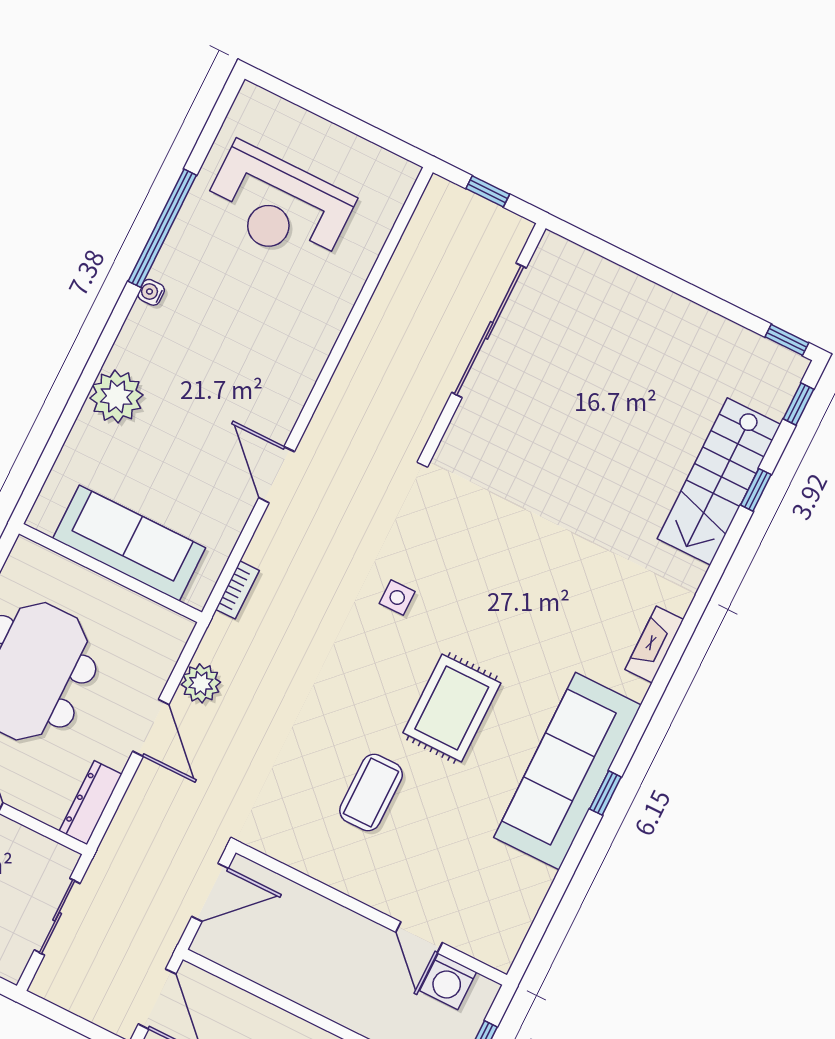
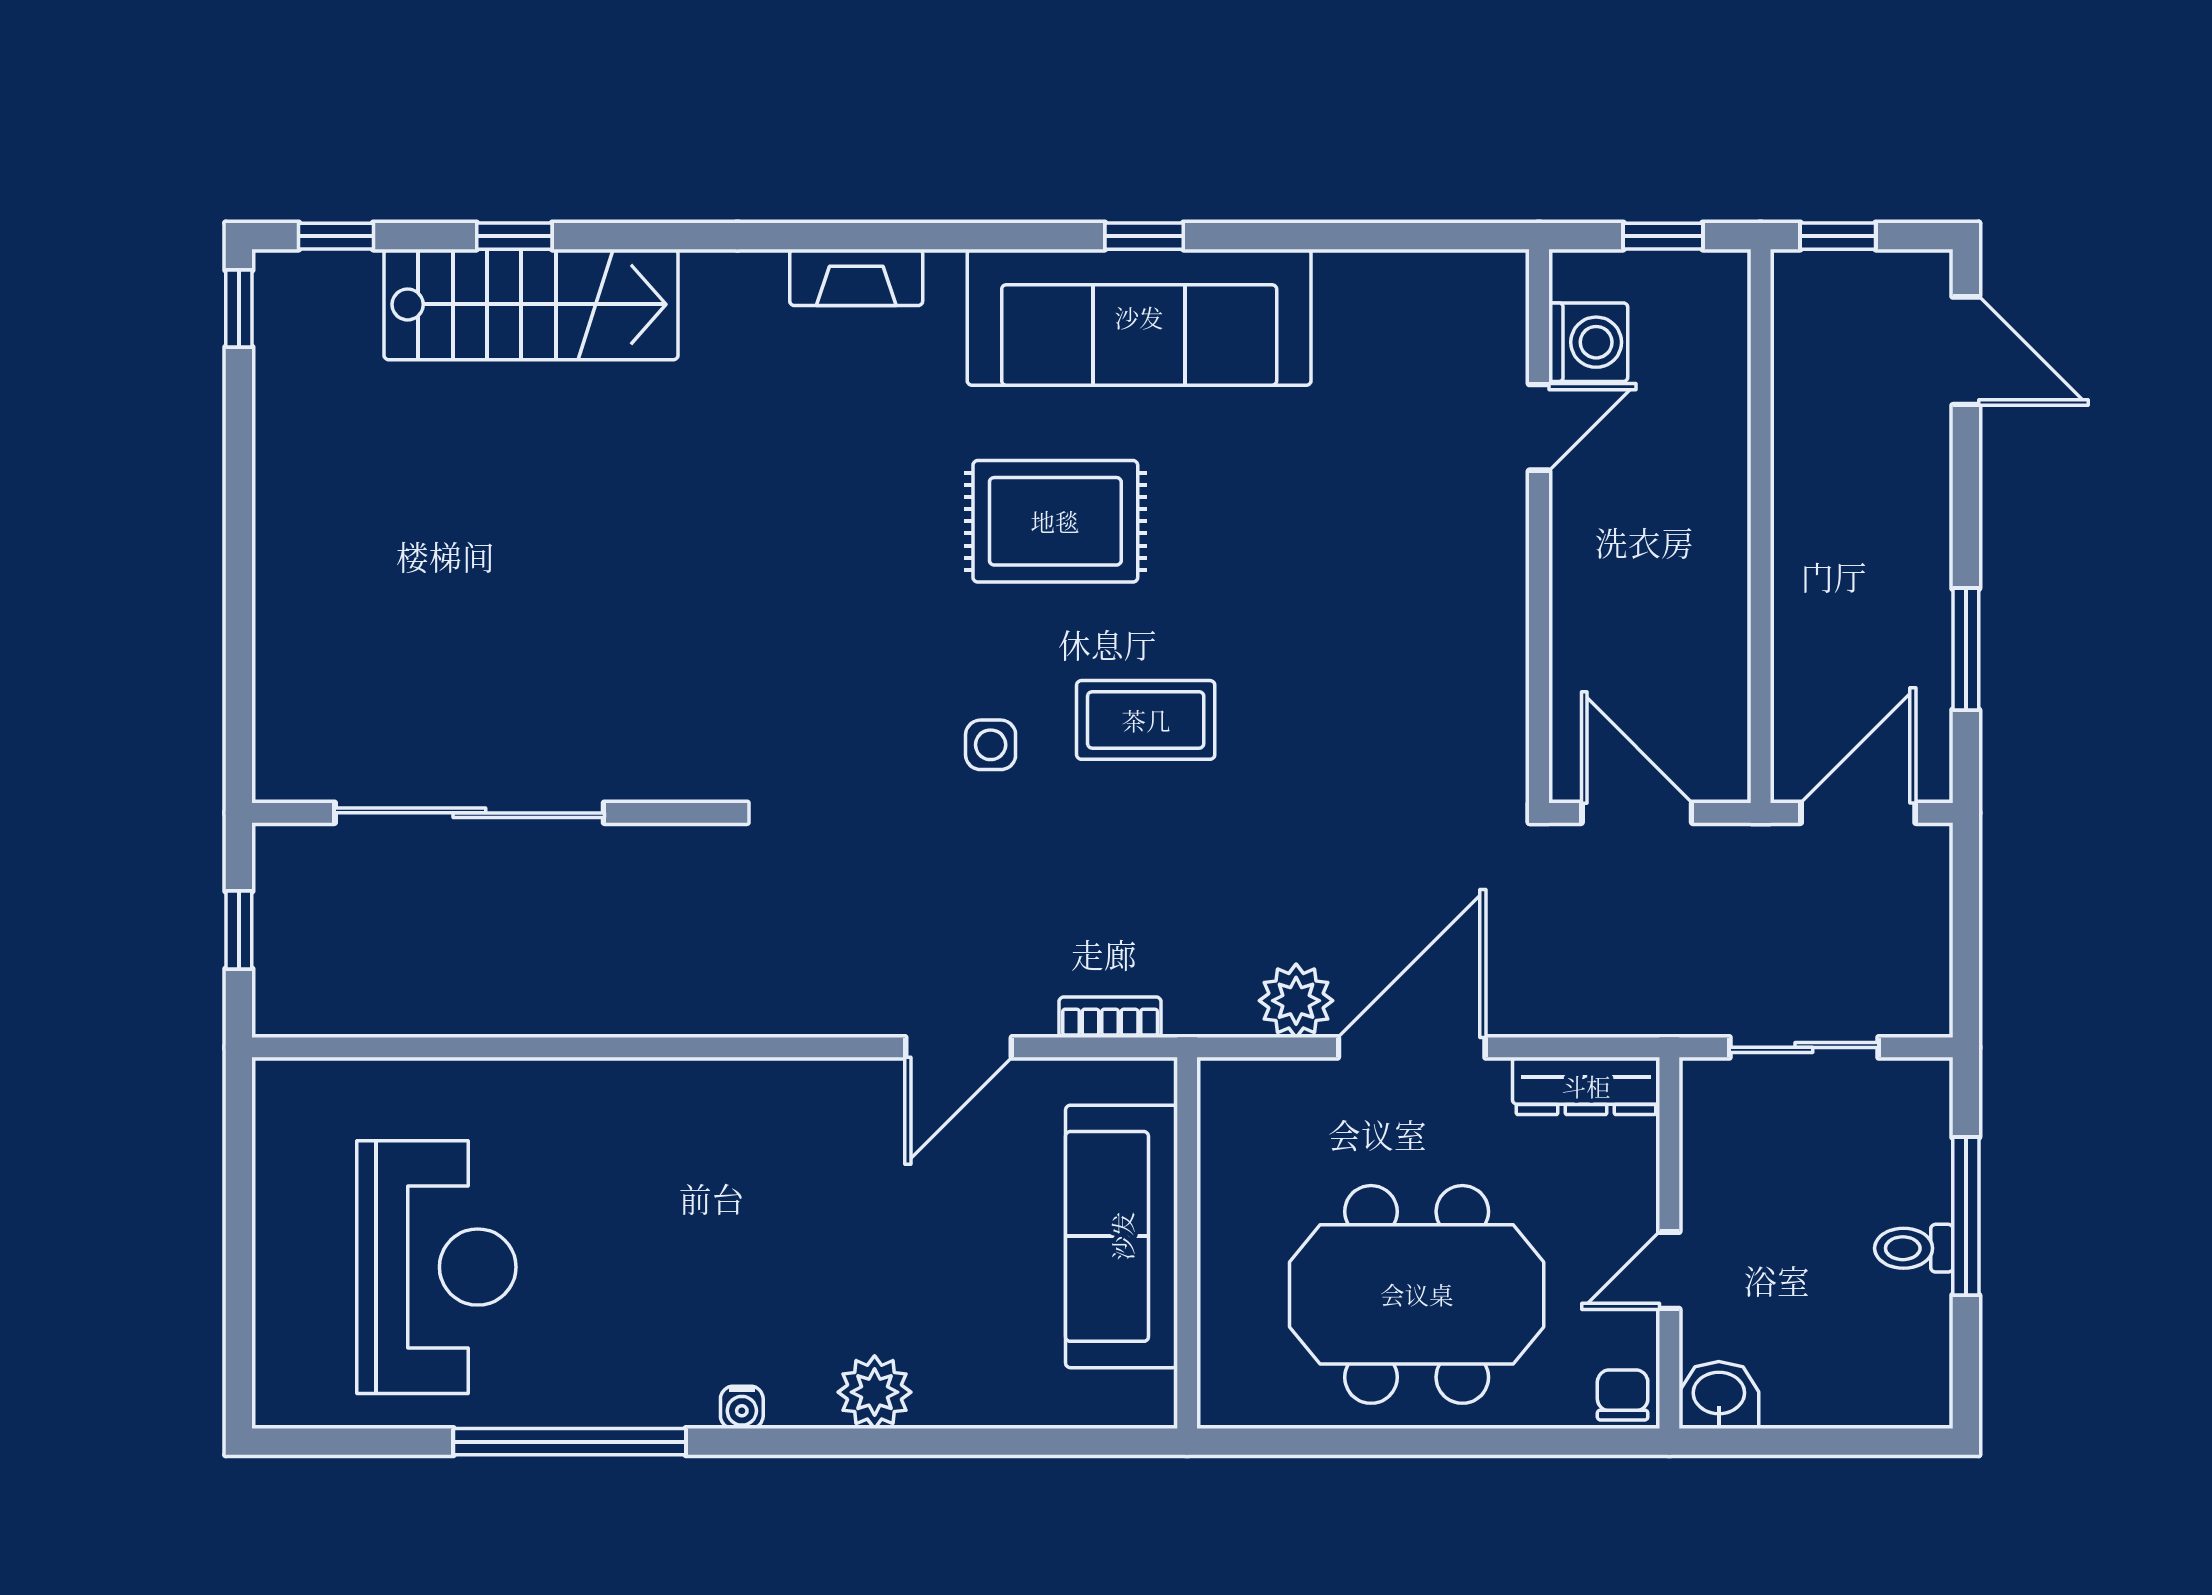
water cooler: (151, 292) -> (742, 1407), moved
plant: (117, 397) -> (875, 1392), width x0.73, depth x0.73
door: (277, 475) -> (959, 1047), moved
rug: (452, 708) -> (1055, 521), moved
door: (151, 728) -> (1412, 1047), width x1.36
coffee table: (371, 793) -> (1146, 720), moved

